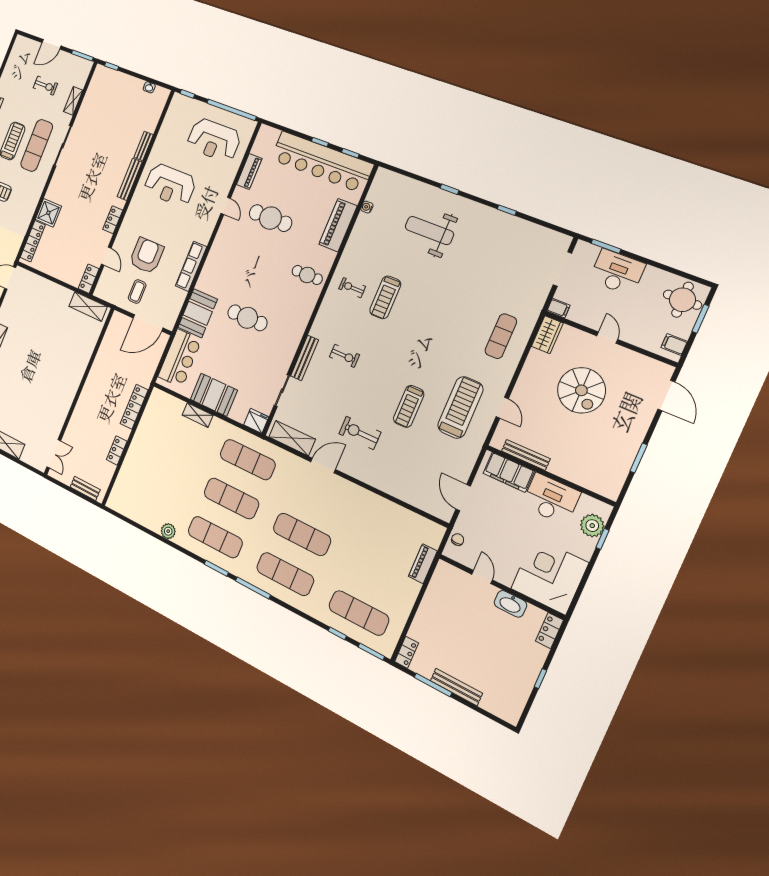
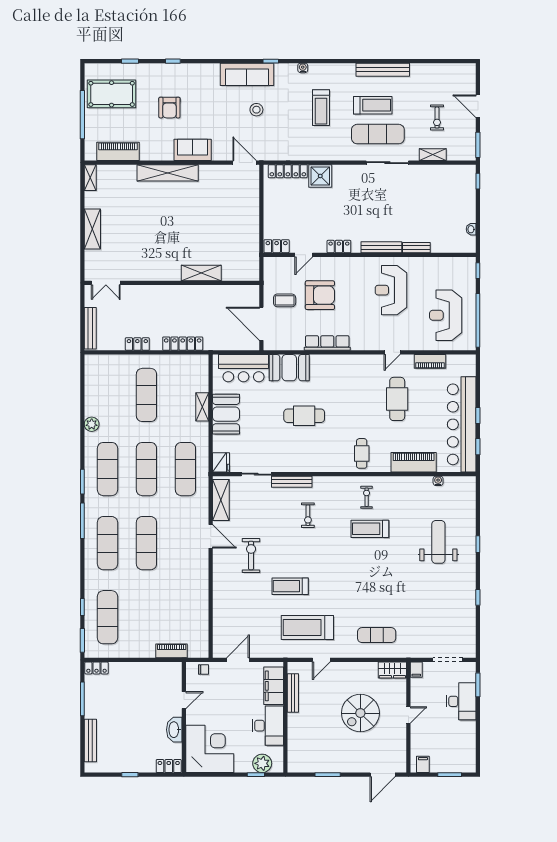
round table: (682, 300) -> (459, 756), removed
shelving: (88, 306) -> (201, 273), moved, turned 90
cafe table: (247, 318) -> (304, 416), turned 90
treadmill: (460, 407) -> (307, 628), turned 180
exercise mat: (164, 464) -> (146, 395), added
bench: (85, 488) -> (90, 328), width x1.36
bench: (456, 687) -> (90, 741), moved

